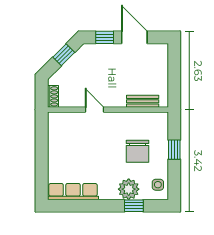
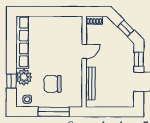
bench: (143, 101) -> (90, 83), width x1.36
window: (174, 150) -> (54, 112), width x2.17
row of seats: (73, 192) -> (22, 42), width x1.36

